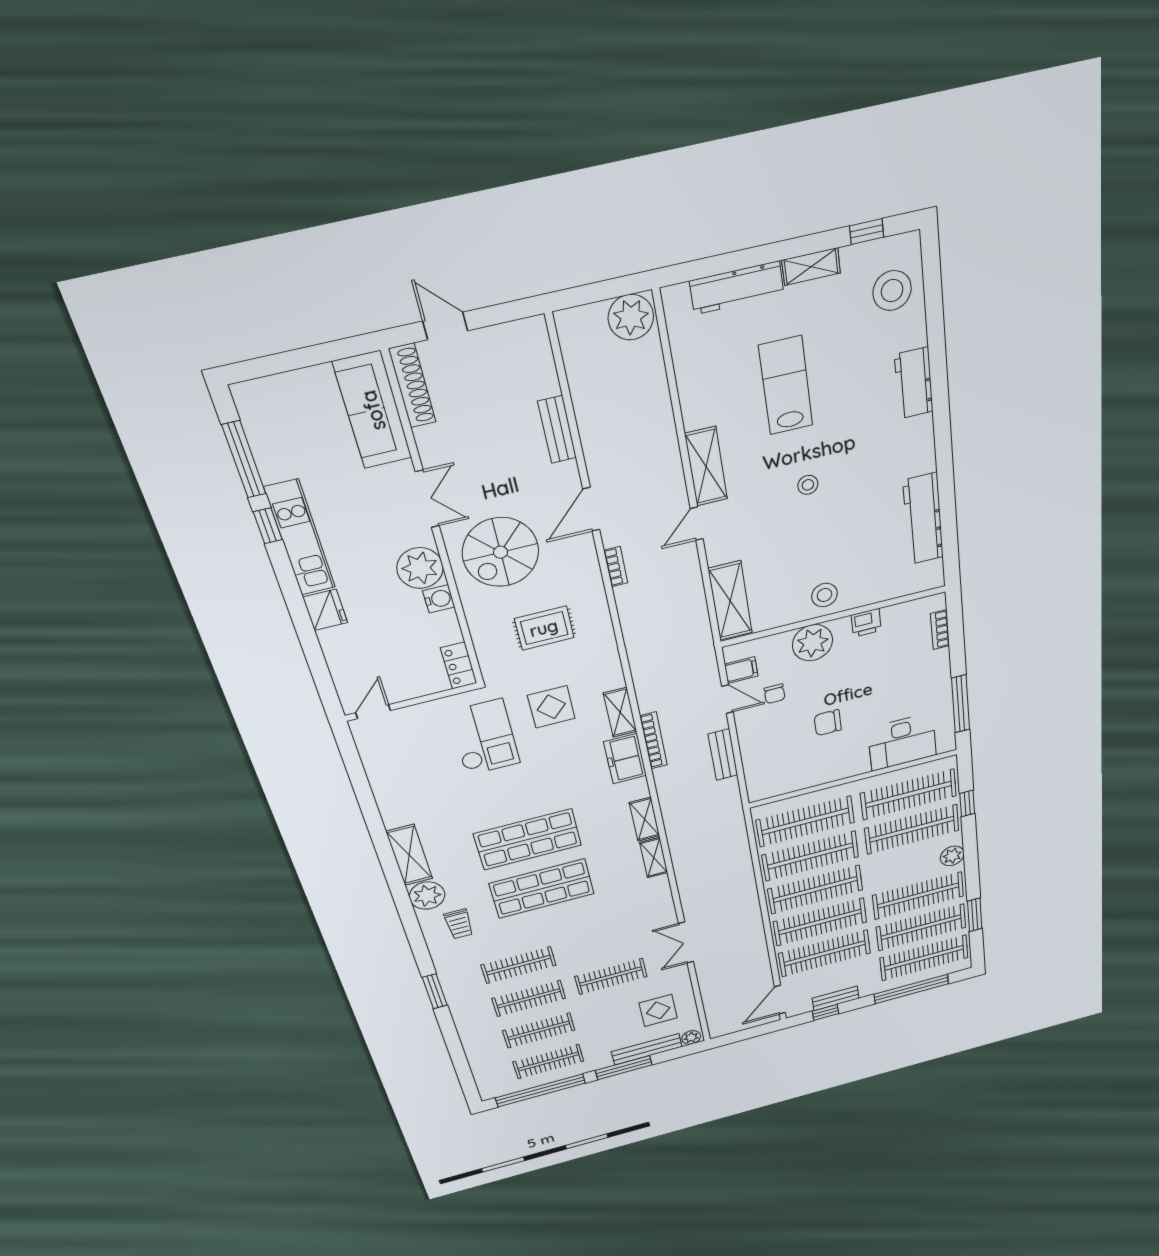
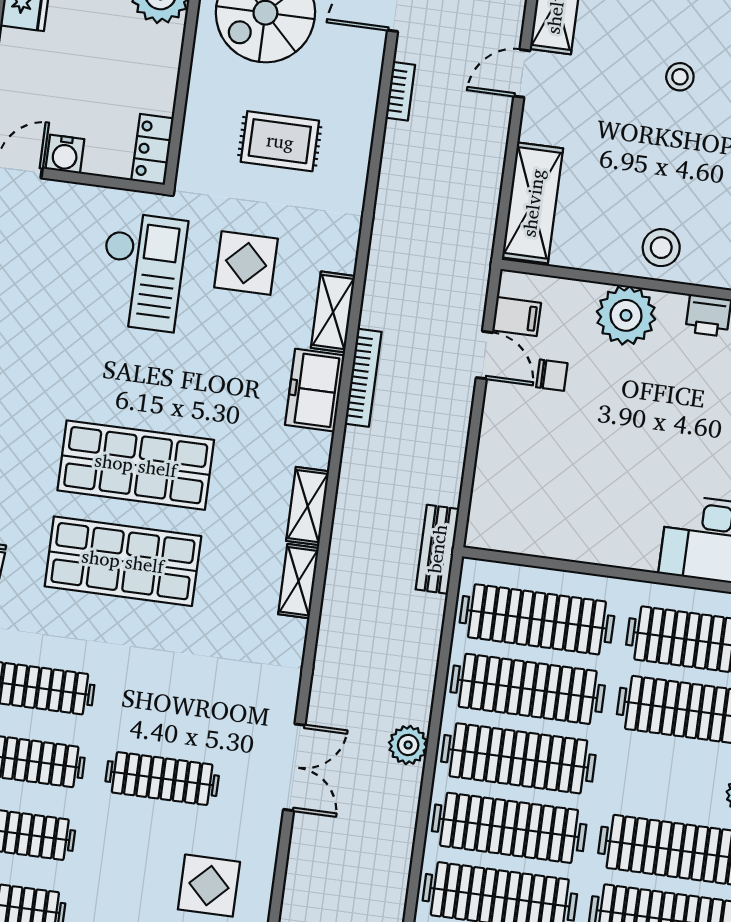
water cooler: (439, 599) -> (65, 154), moved, turned 90
chair: (775, 694) -> (552, 375), turned -90
chair: (828, 723) -> (614, 457), removed
bench: (723, 755) -> (437, 549), moved
plant: (749, 908) -> (408, 745), added
double door: (686, 943) -> (294, 767), swing flipped

